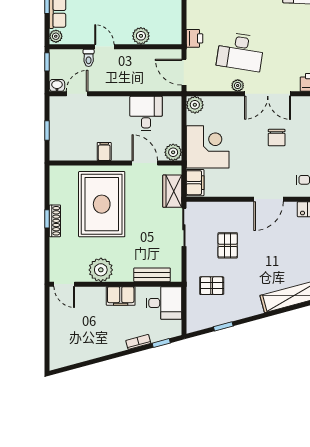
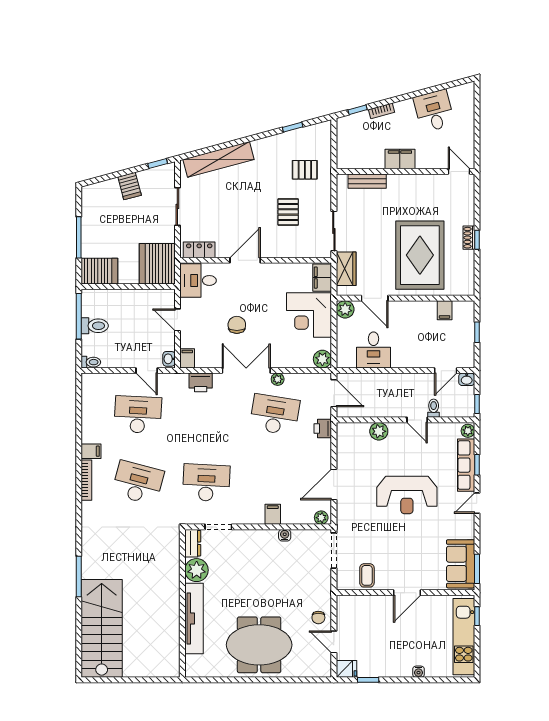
filing cabinet: (104, 151) -> (445, 310), moved
shoe rack: (55, 221) -> (469, 238), width x0.70
plant: (101, 270) -> (421, 186), removed
desk: (164, 303) -> (434, 111), moved, turned 75

